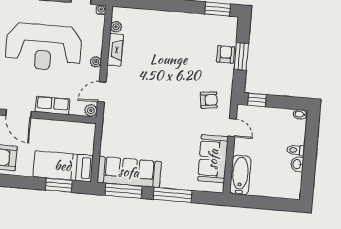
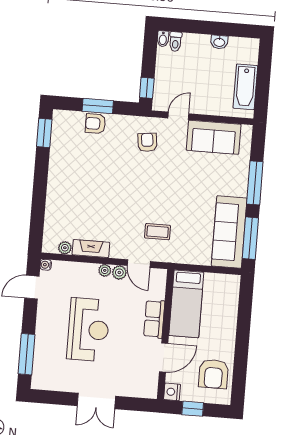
reception desk: (44, 47) -> (88, 330), width x0.74, depth x0.77
coffee table: (130, 109) -> (158, 232), added
plant: (91, 110) -> (119, 272), moved
toilet: (296, 150) -> (175, 42), moved
bed: (63, 166) -> (186, 304), moved
bathtub: (240, 175) -> (245, 87), moved, turned -90
window: (59, 185) -> (245, 311), removed

